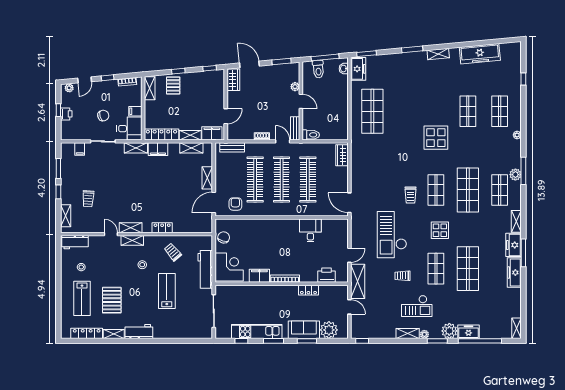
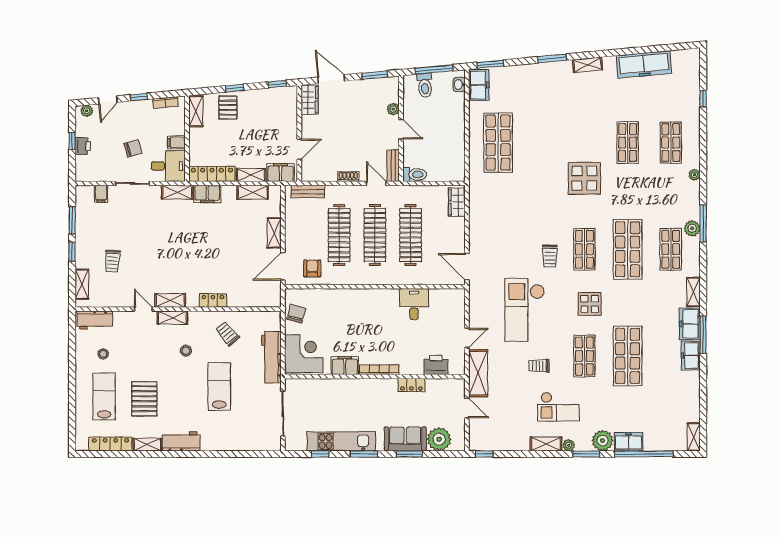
freezer: (514, 272) -> (691, 355), width x0.71
lab bench: (82, 298) -> (104, 396), turned 180

